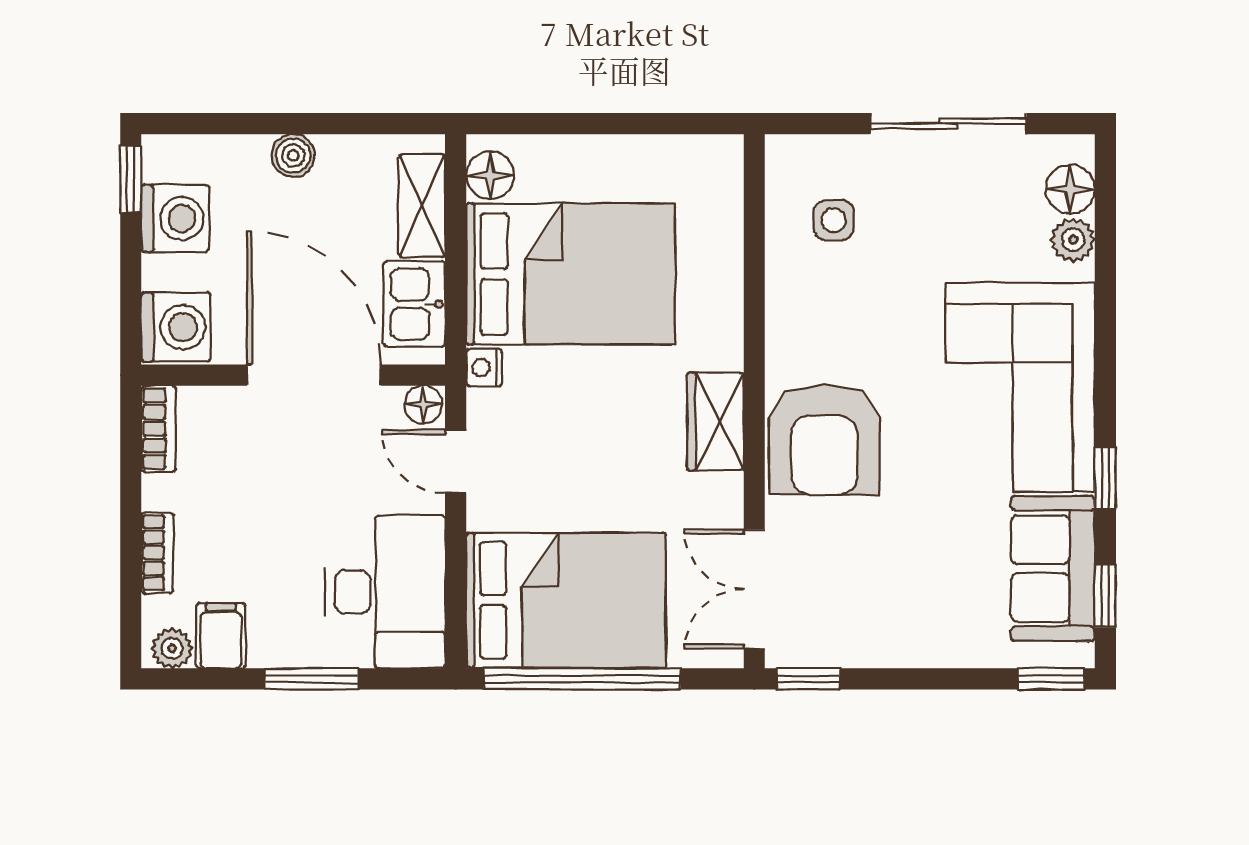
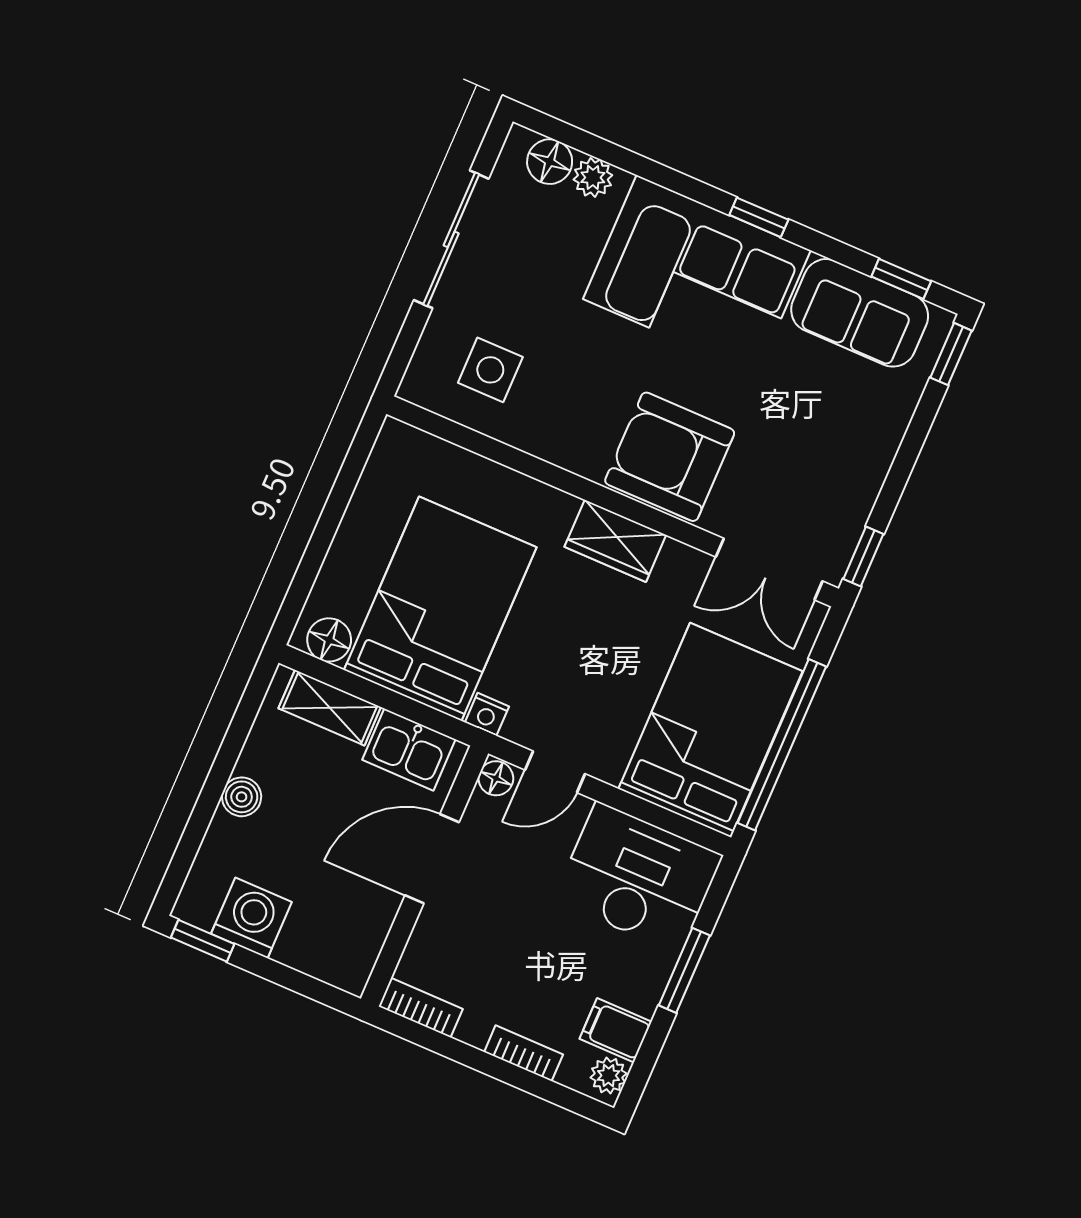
side table: (834, 220) -> (490, 370), width x1.37, depth x1.37
washing machine: (176, 327) -> (342, 956), removed
door: (314, 375) -> (432, 859), width x0.73
armchair: (824, 440) -> (670, 457), turned 180
window: (1105, 478) -> (759, 217), moved

